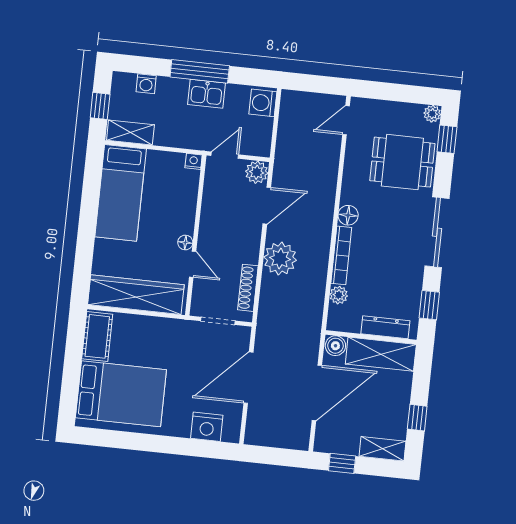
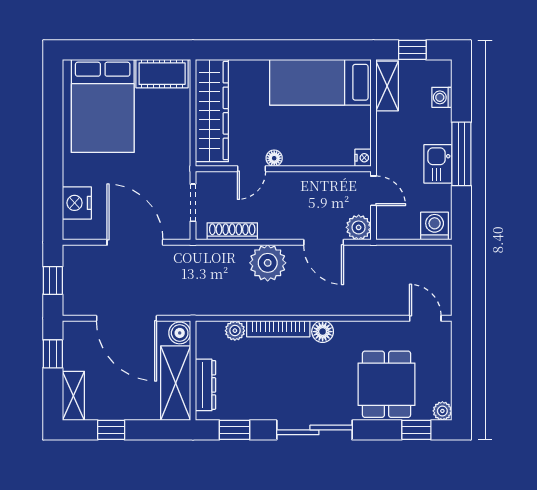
window: (275, 456) -> (53, 280), added

